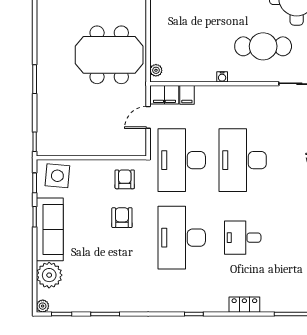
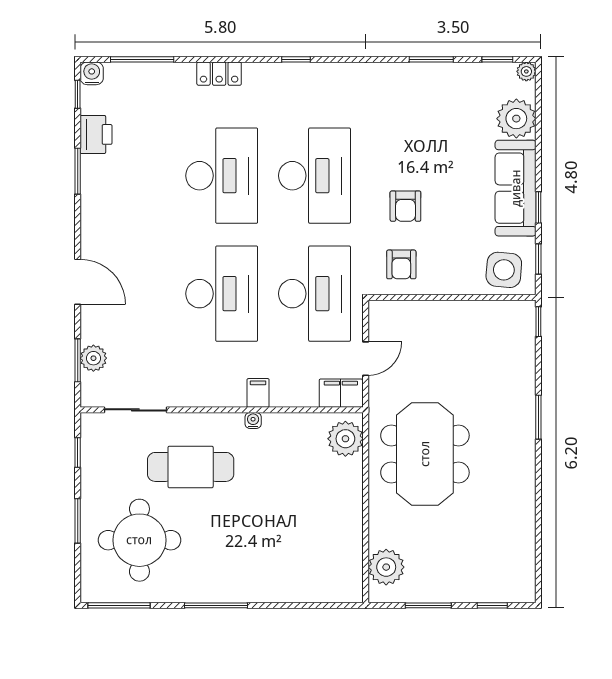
meeting table: (109, 55) -> (425, 454), turned 90
plant: (156, 70) -> (345, 439), width x1.88, depth x1.88
filing cabinet: (187, 95) -> (258, 393), moved
desk: (243, 238) -> (222, 176), width x1.87, depth x1.30

